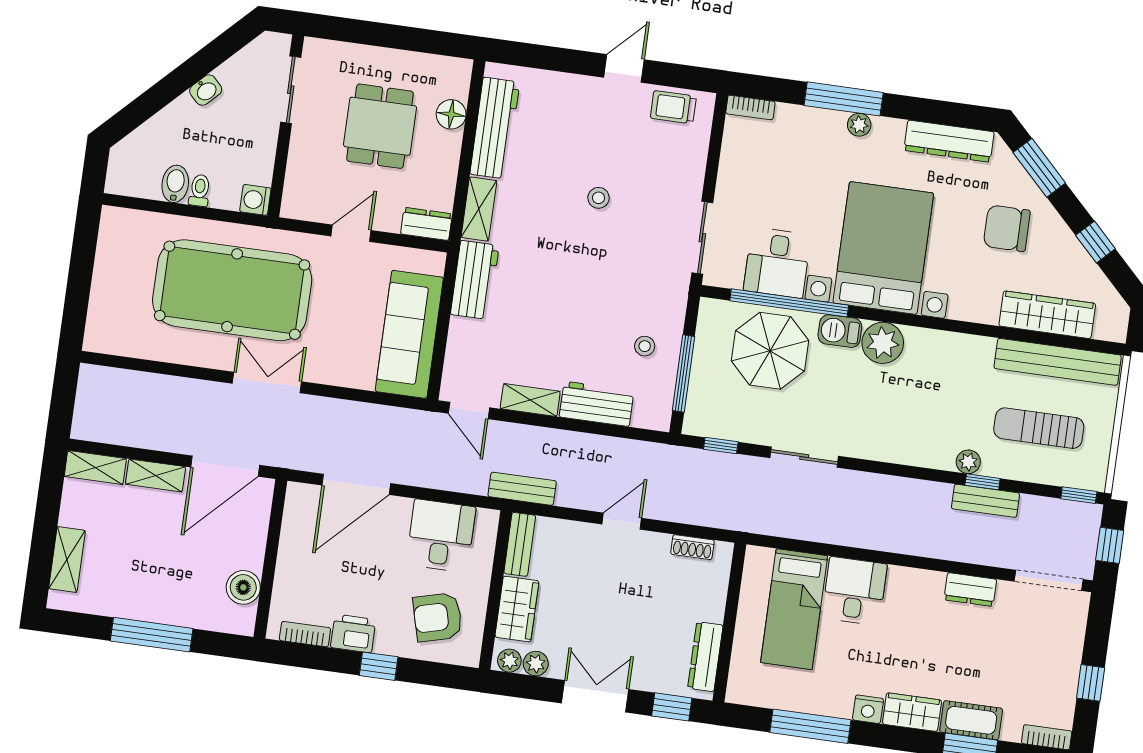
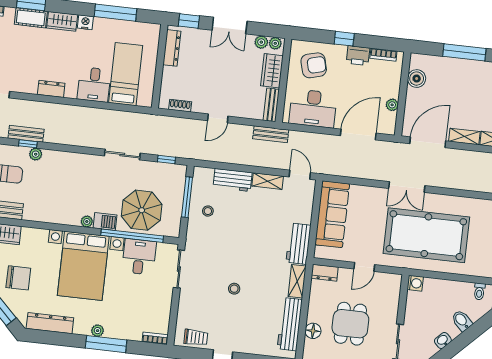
bidet: (175, 184) -> (462, 321), moved, turned 135
toilet: (200, 190) -> (479, 291), moved
plant: (883, 343) -> (87, 221), width x0.53, depth x0.53
desk: (441, 536) -> (313, 108), width x1.37
plant: (291, 539) -> (392, 105), added
dresser: (970, 590) -> (51, 89), moved

